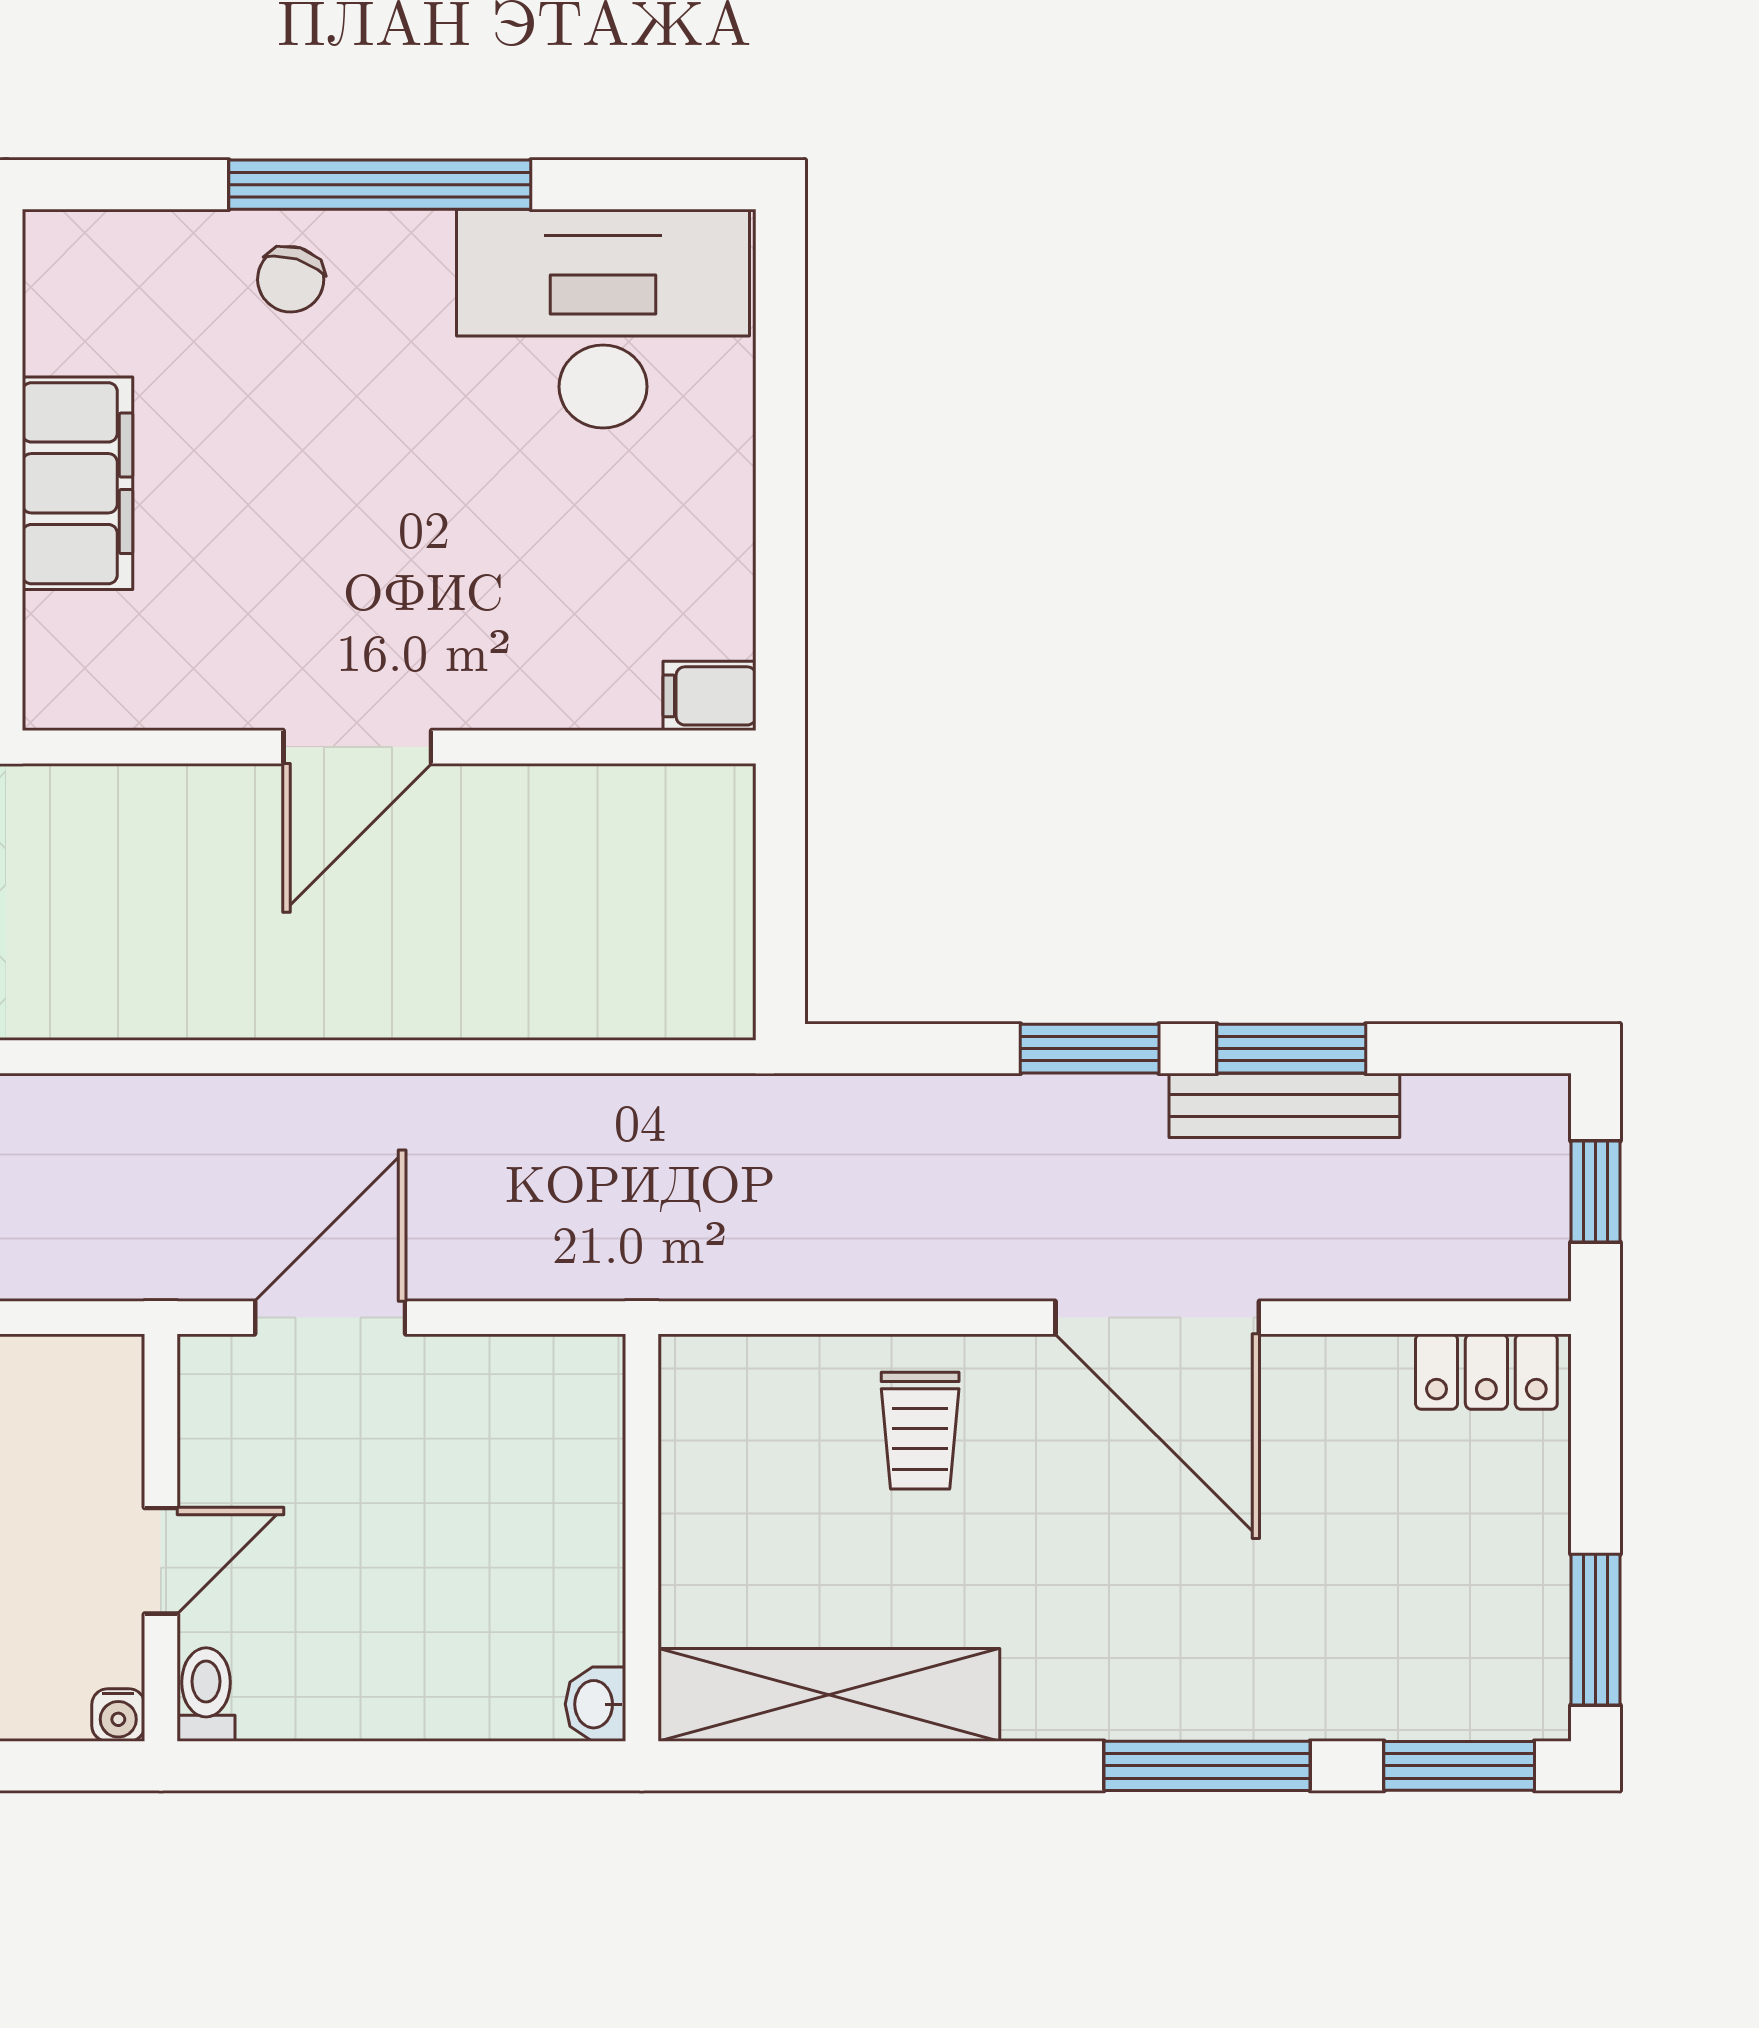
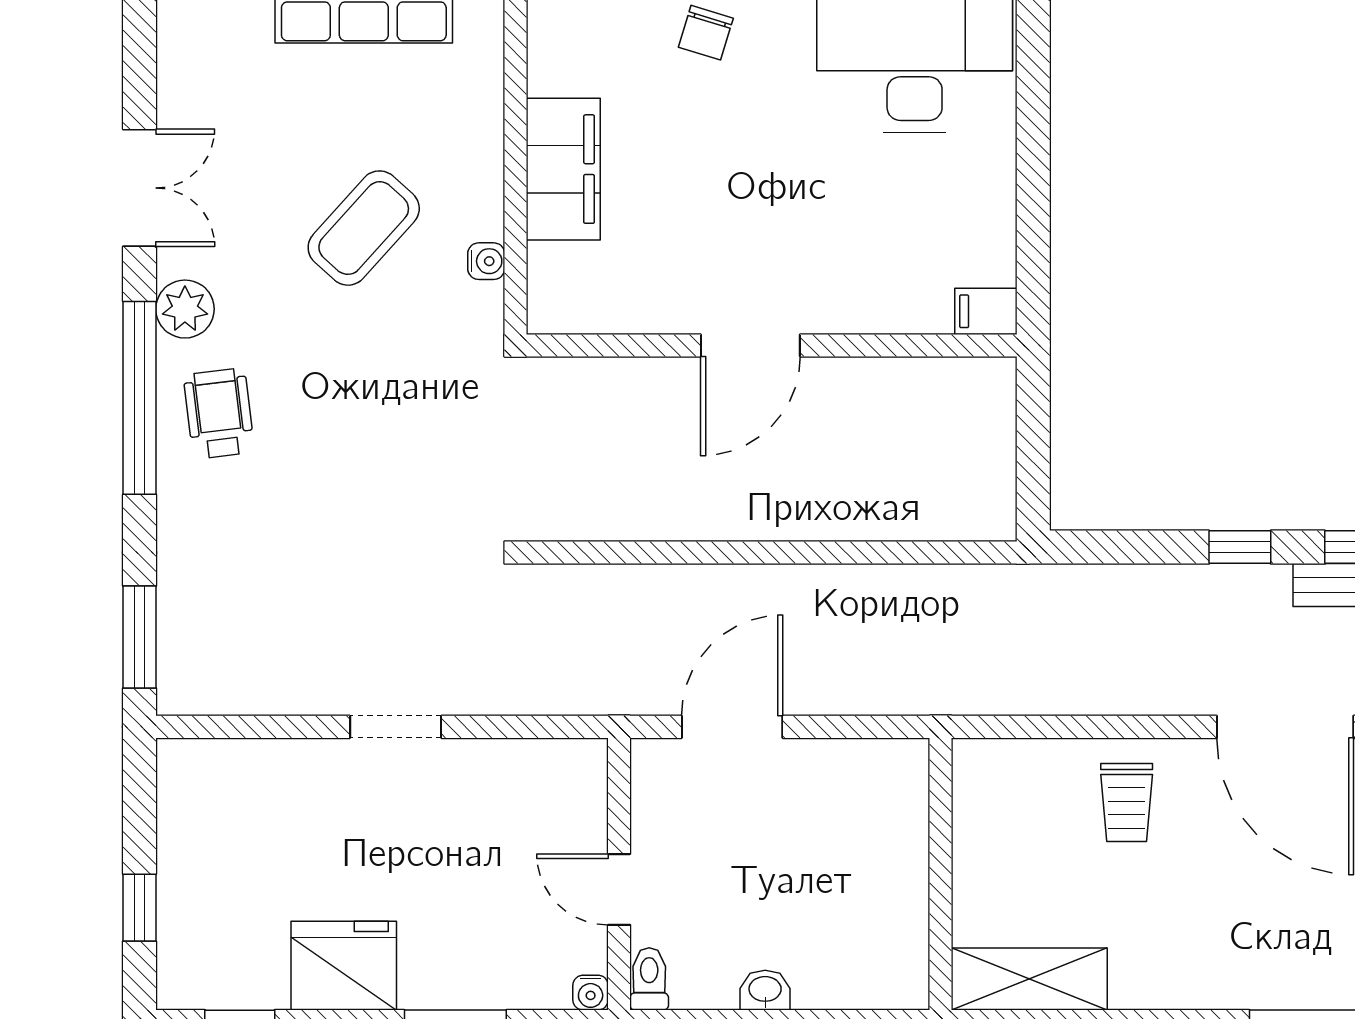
window: (1090, 1049) -> (1240, 547), width x0.67
door: (161, 1561) -> (619, 889), swing flipped
shelving: (829, 1695) -> (1029, 979), width x0.68
washbasin: (595, 1704) -> (765, 990), moved, turned 90

